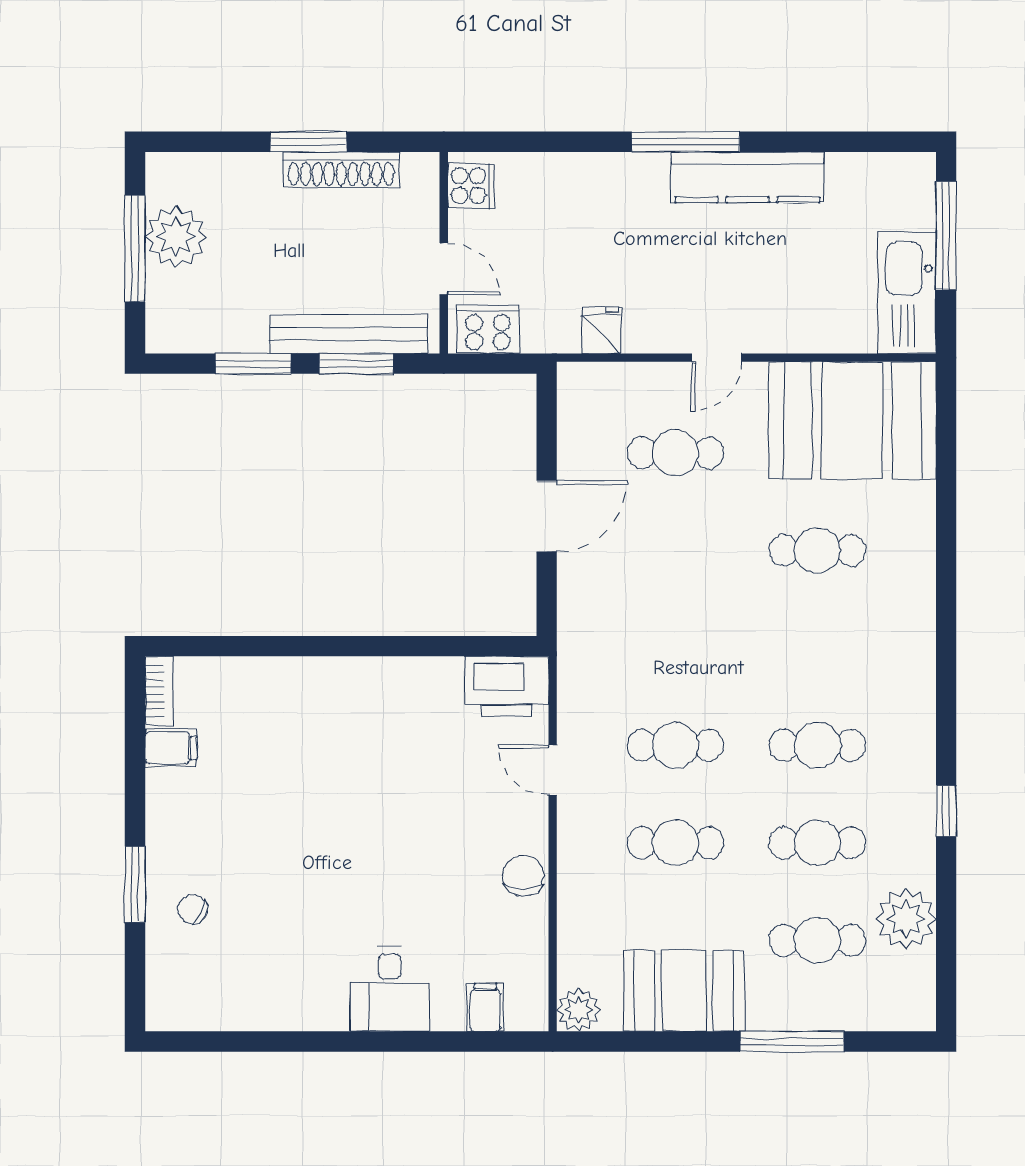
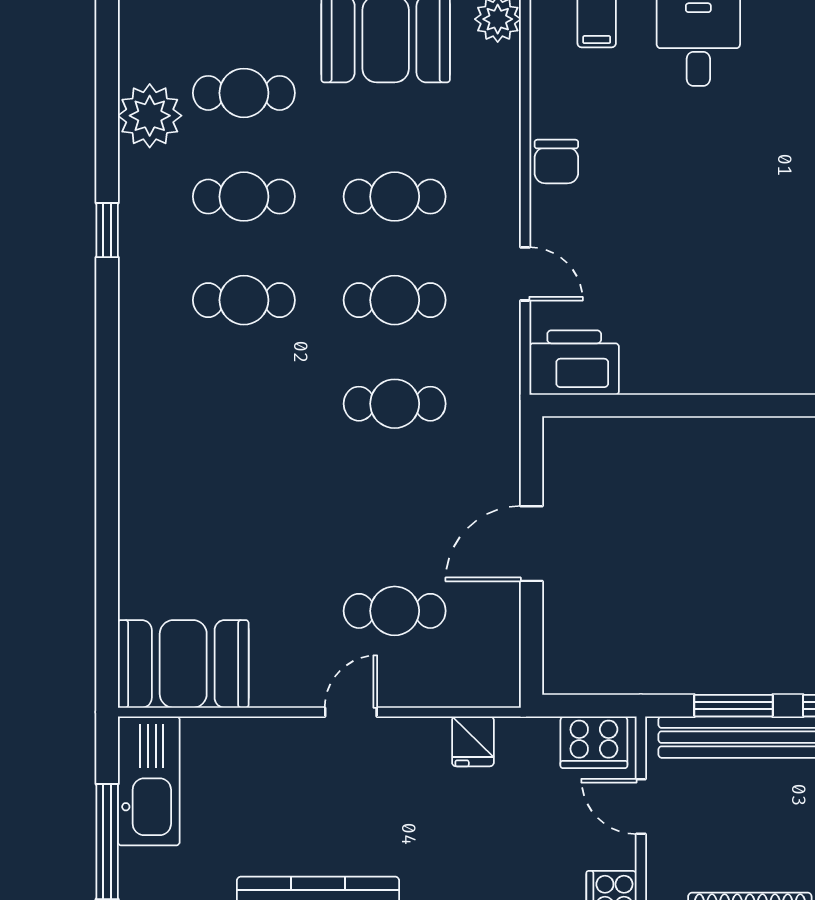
booth: (852, 420) -> (183, 664), width x0.73, depth x0.70
cafe table: (817, 550) -> (395, 404), moved

